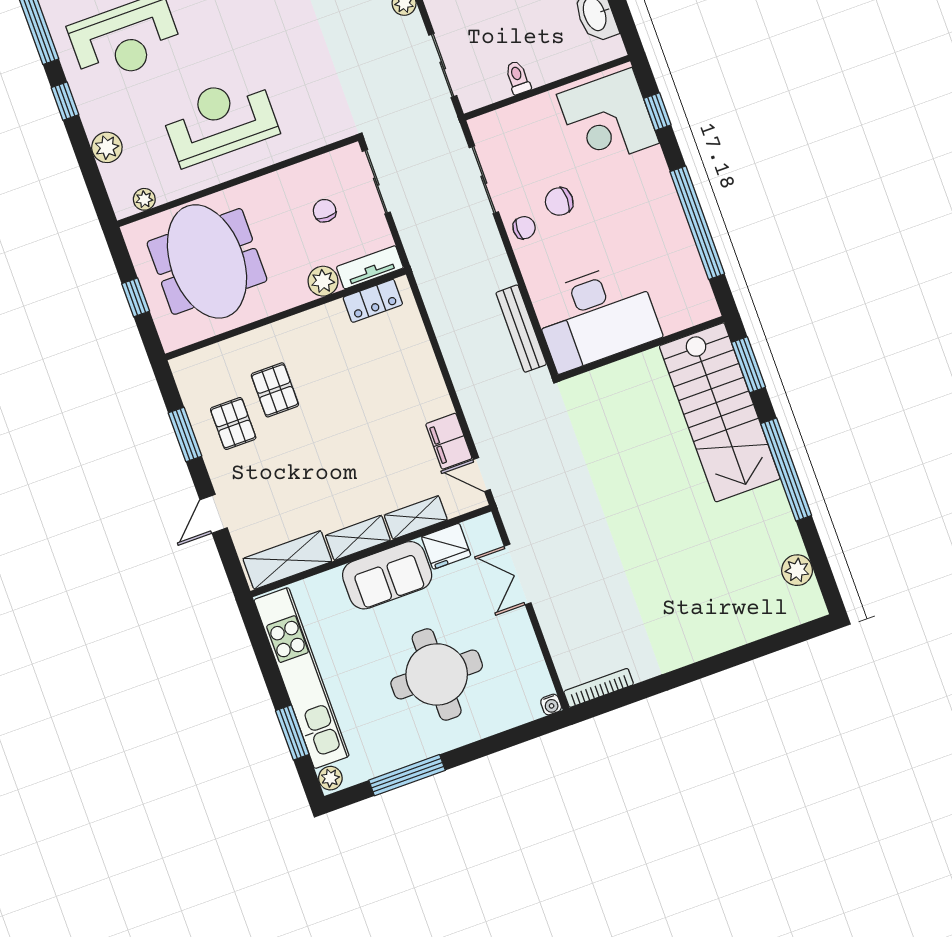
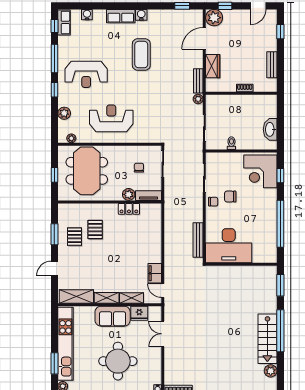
locker: (373, 301) -> (129, 209), moved
stairs: (720, 412) -> (267, 339), moved, width x0.73, depth x0.66

